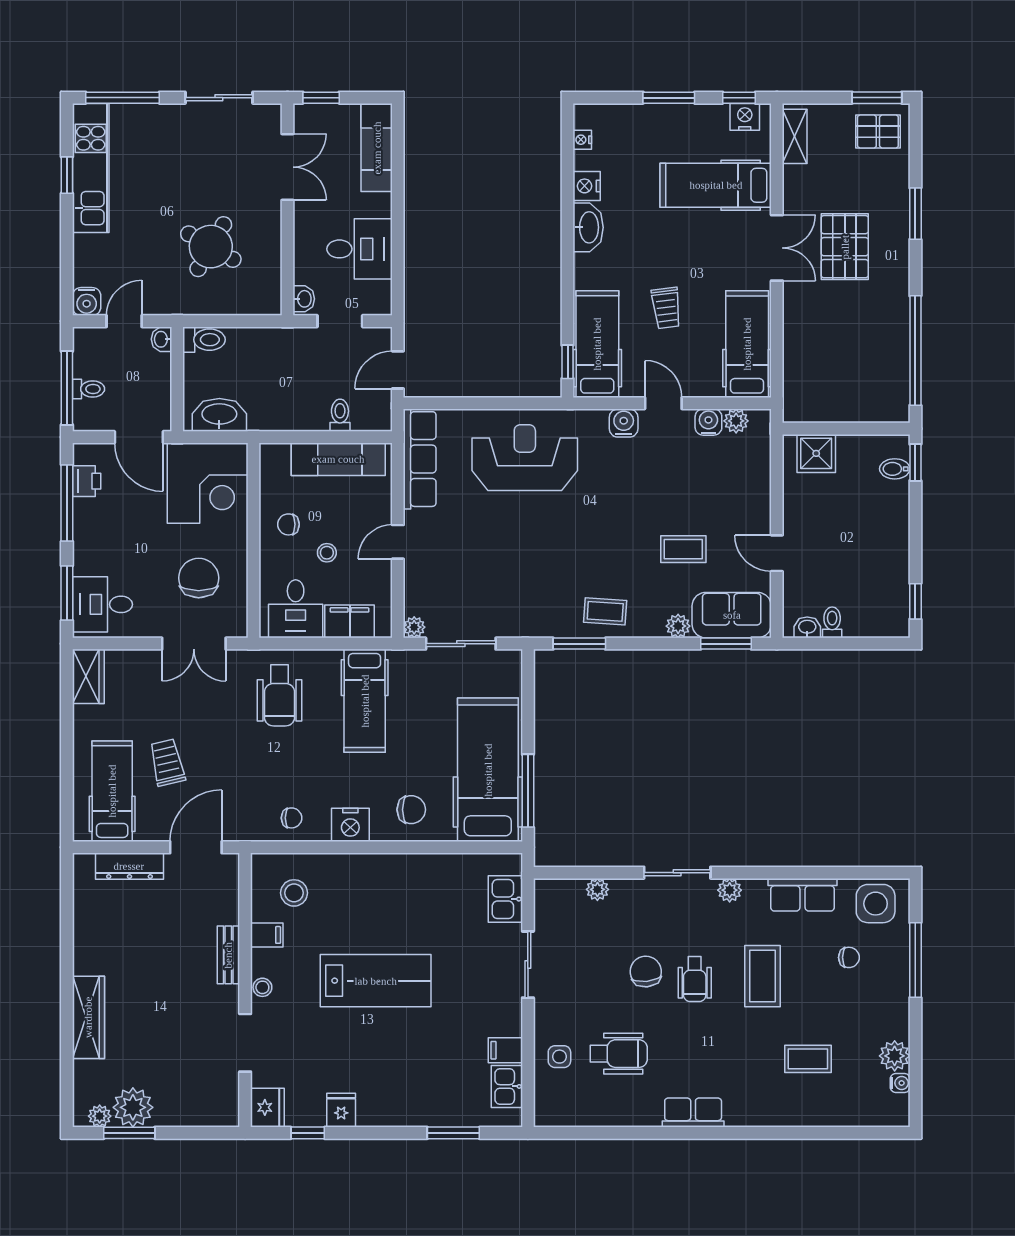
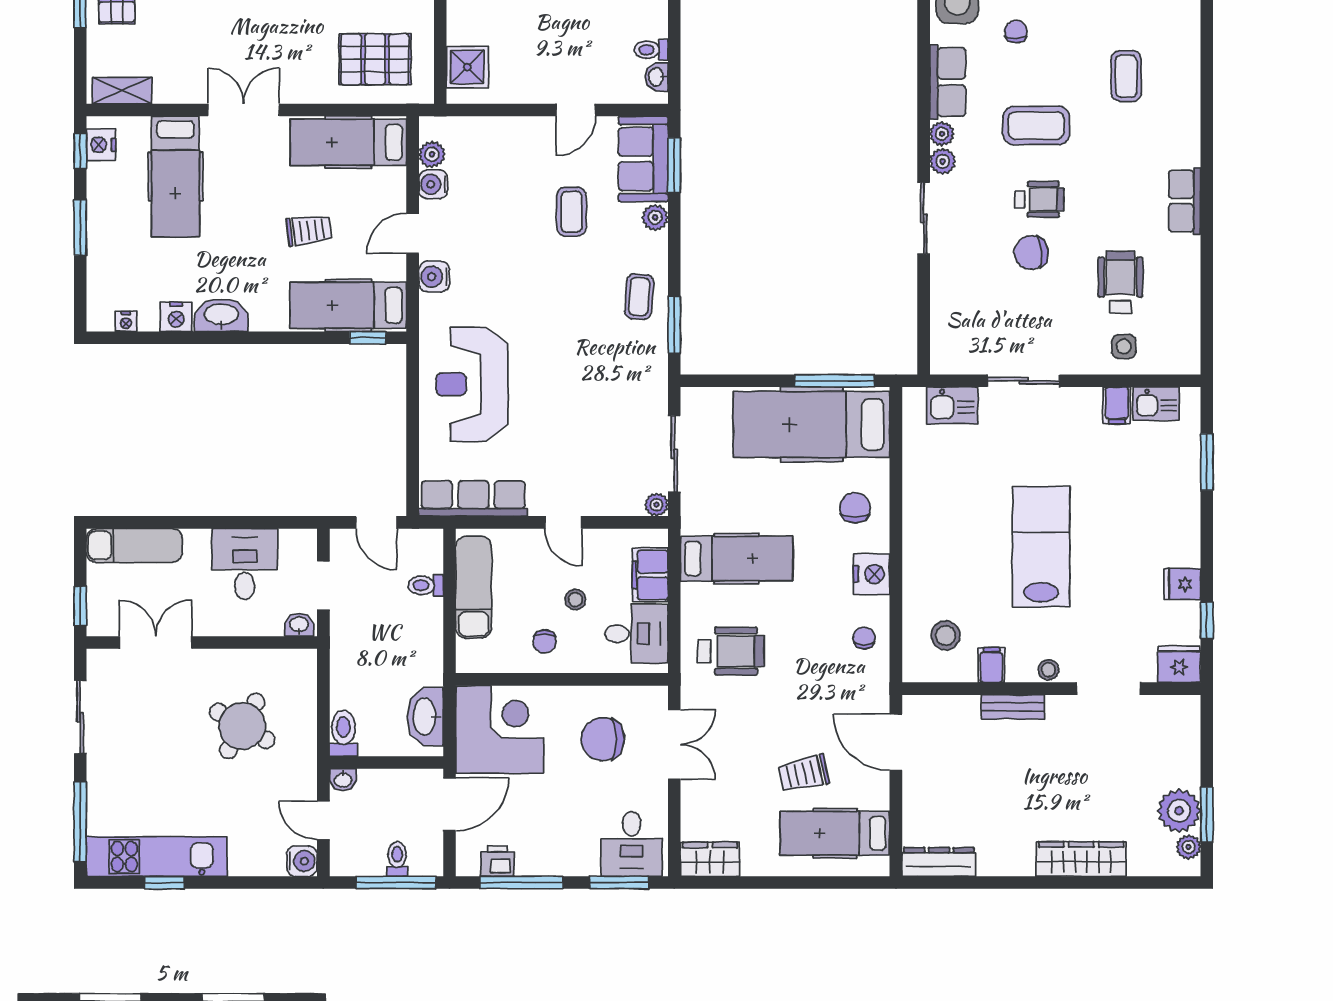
pallet: (845, 247) -> (375, 59), moved
dresser: (129, 866) -> (939, 862), moved, turned -90
plant: (597, 889) -> (942, 134), moved

